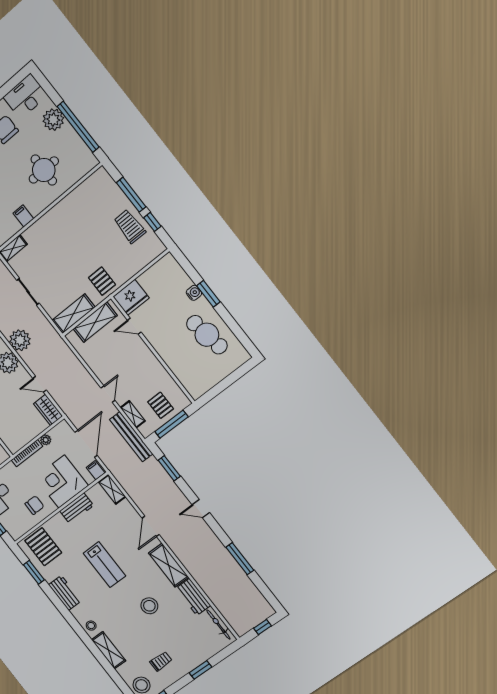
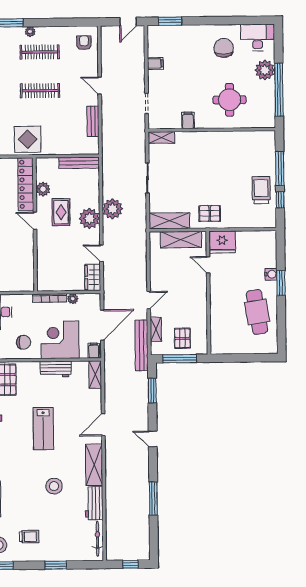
pallet: (102, 281) -> (210, 213), turned 90

